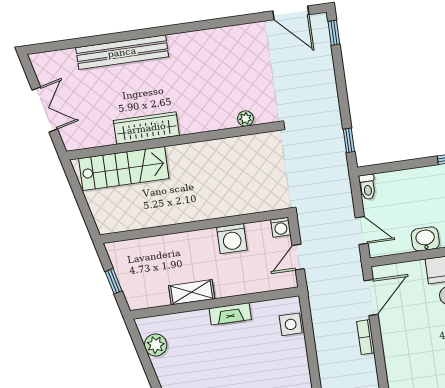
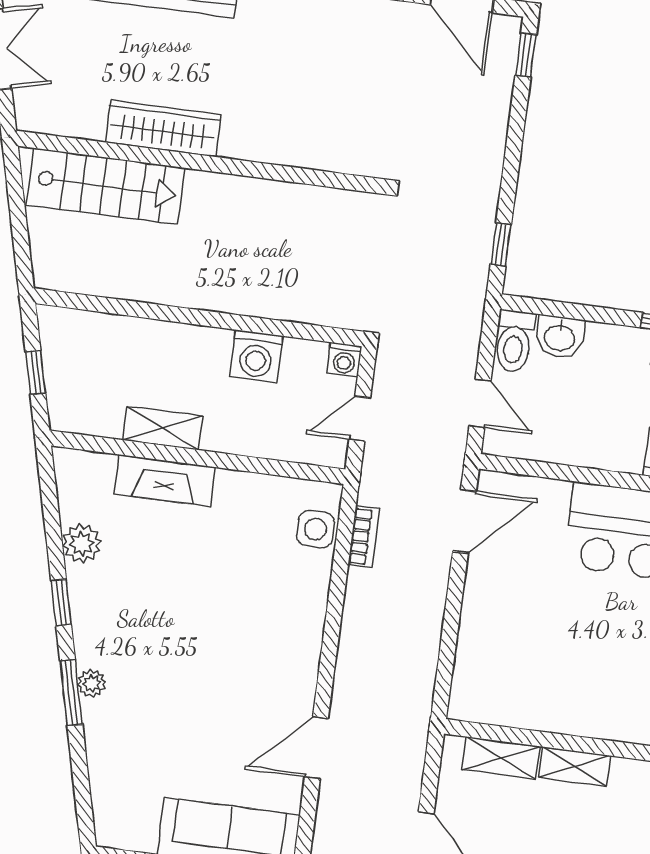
plant: (246, 119) -> (336, 159), removed
toilet: (367, 187) -> (514, 341), width x1.37, depth x1.39
washbasin: (425, 239) -> (560, 337), moved, turned 180
fireplace: (230, 314) -> (165, 481), moved, width x1.37, depth x1.32
bookcase: (366, 337) -> (364, 537), moved, turned 180
plant: (156, 345) -> (82, 543), moved

